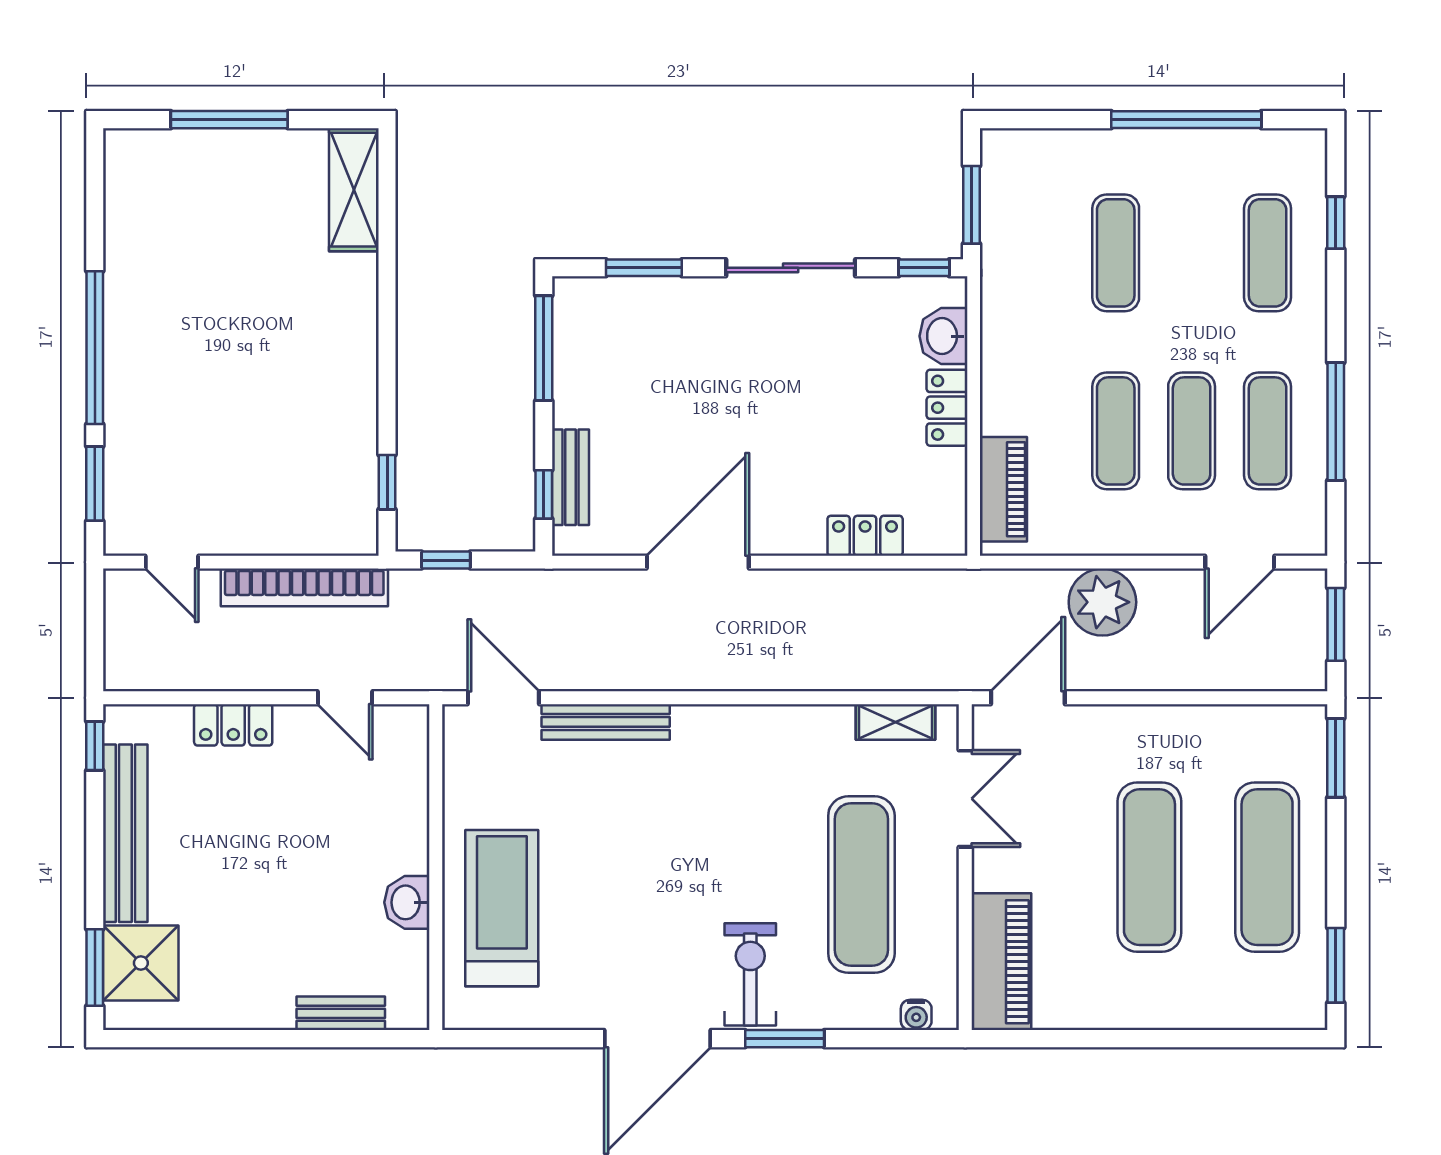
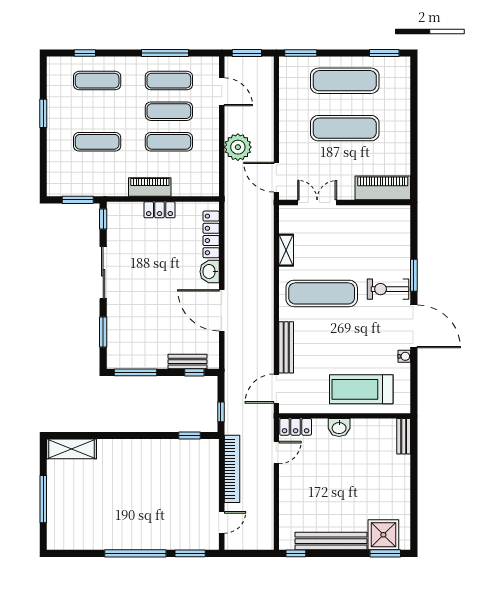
window: (1186, 120) -> (43, 113), width x0.47
washbasin: (943, 336) -> (210, 272), moved, turned 90
piano: (1003, 489) -> (150, 187), moved
locker: (865, 536) -> (211, 234), width x1.53
shelving: (896, 722) -> (286, 250), moved
locker: (233, 725) -> (296, 427), moved, turned 90
exercise mat: (861, 885) -> (322, 293), moved
washbasin: (407, 902) -> (339, 428), moved
bench: (341, 1013) -> (404, 436), moved
water cooler: (916, 1015) -> (404, 356), moved

